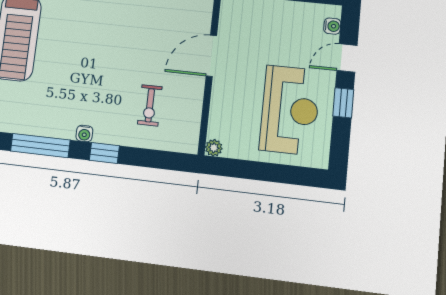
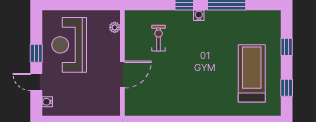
door: (347, 58) -> (36, 82), swing flipped
plant: (214, 148) -> (115, 27), moved

